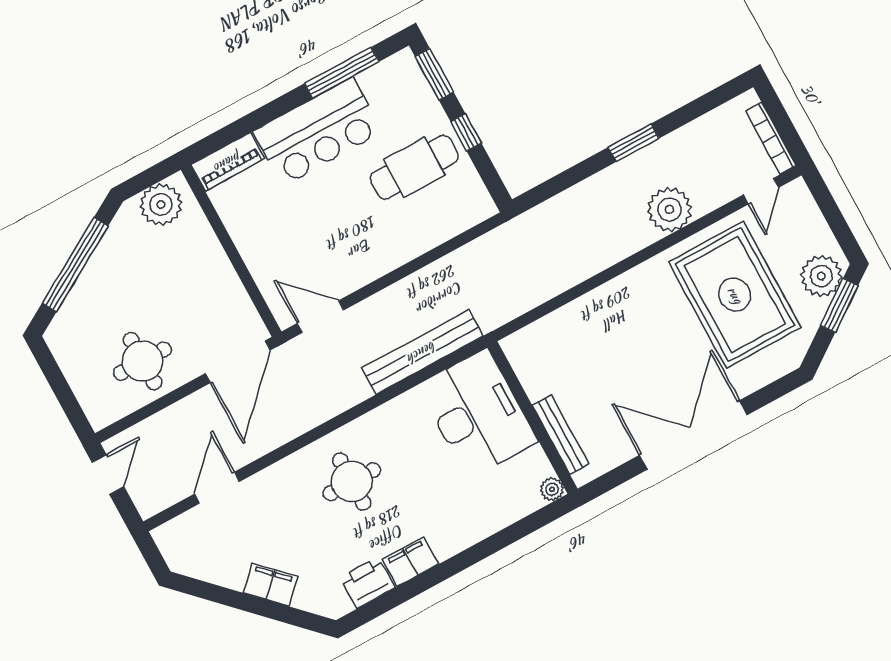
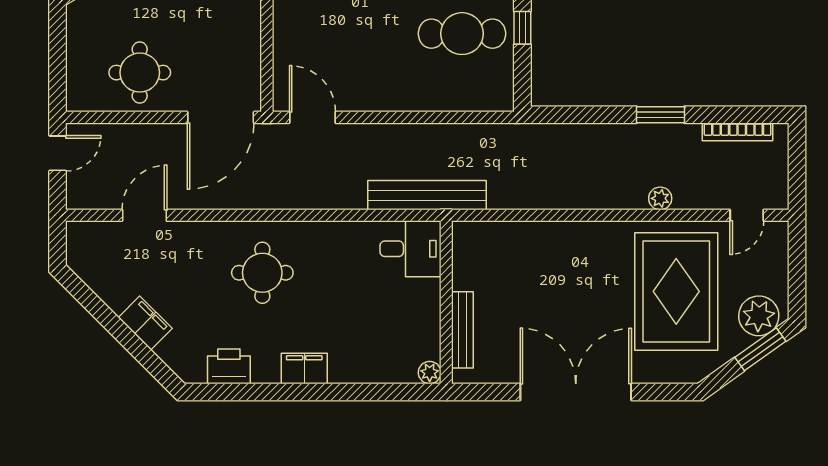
bookcase: (771, 138) -> (738, 132), moved, turned -90
plant: (670, 210) -> (660, 198), width x0.53, depth x0.53
bench: (422, 352) -> (427, 195), moved
desk: (478, 414) -> (411, 249), width x0.53, depth x0.77
filing cabinet: (410, 562) -> (304, 368), moved

